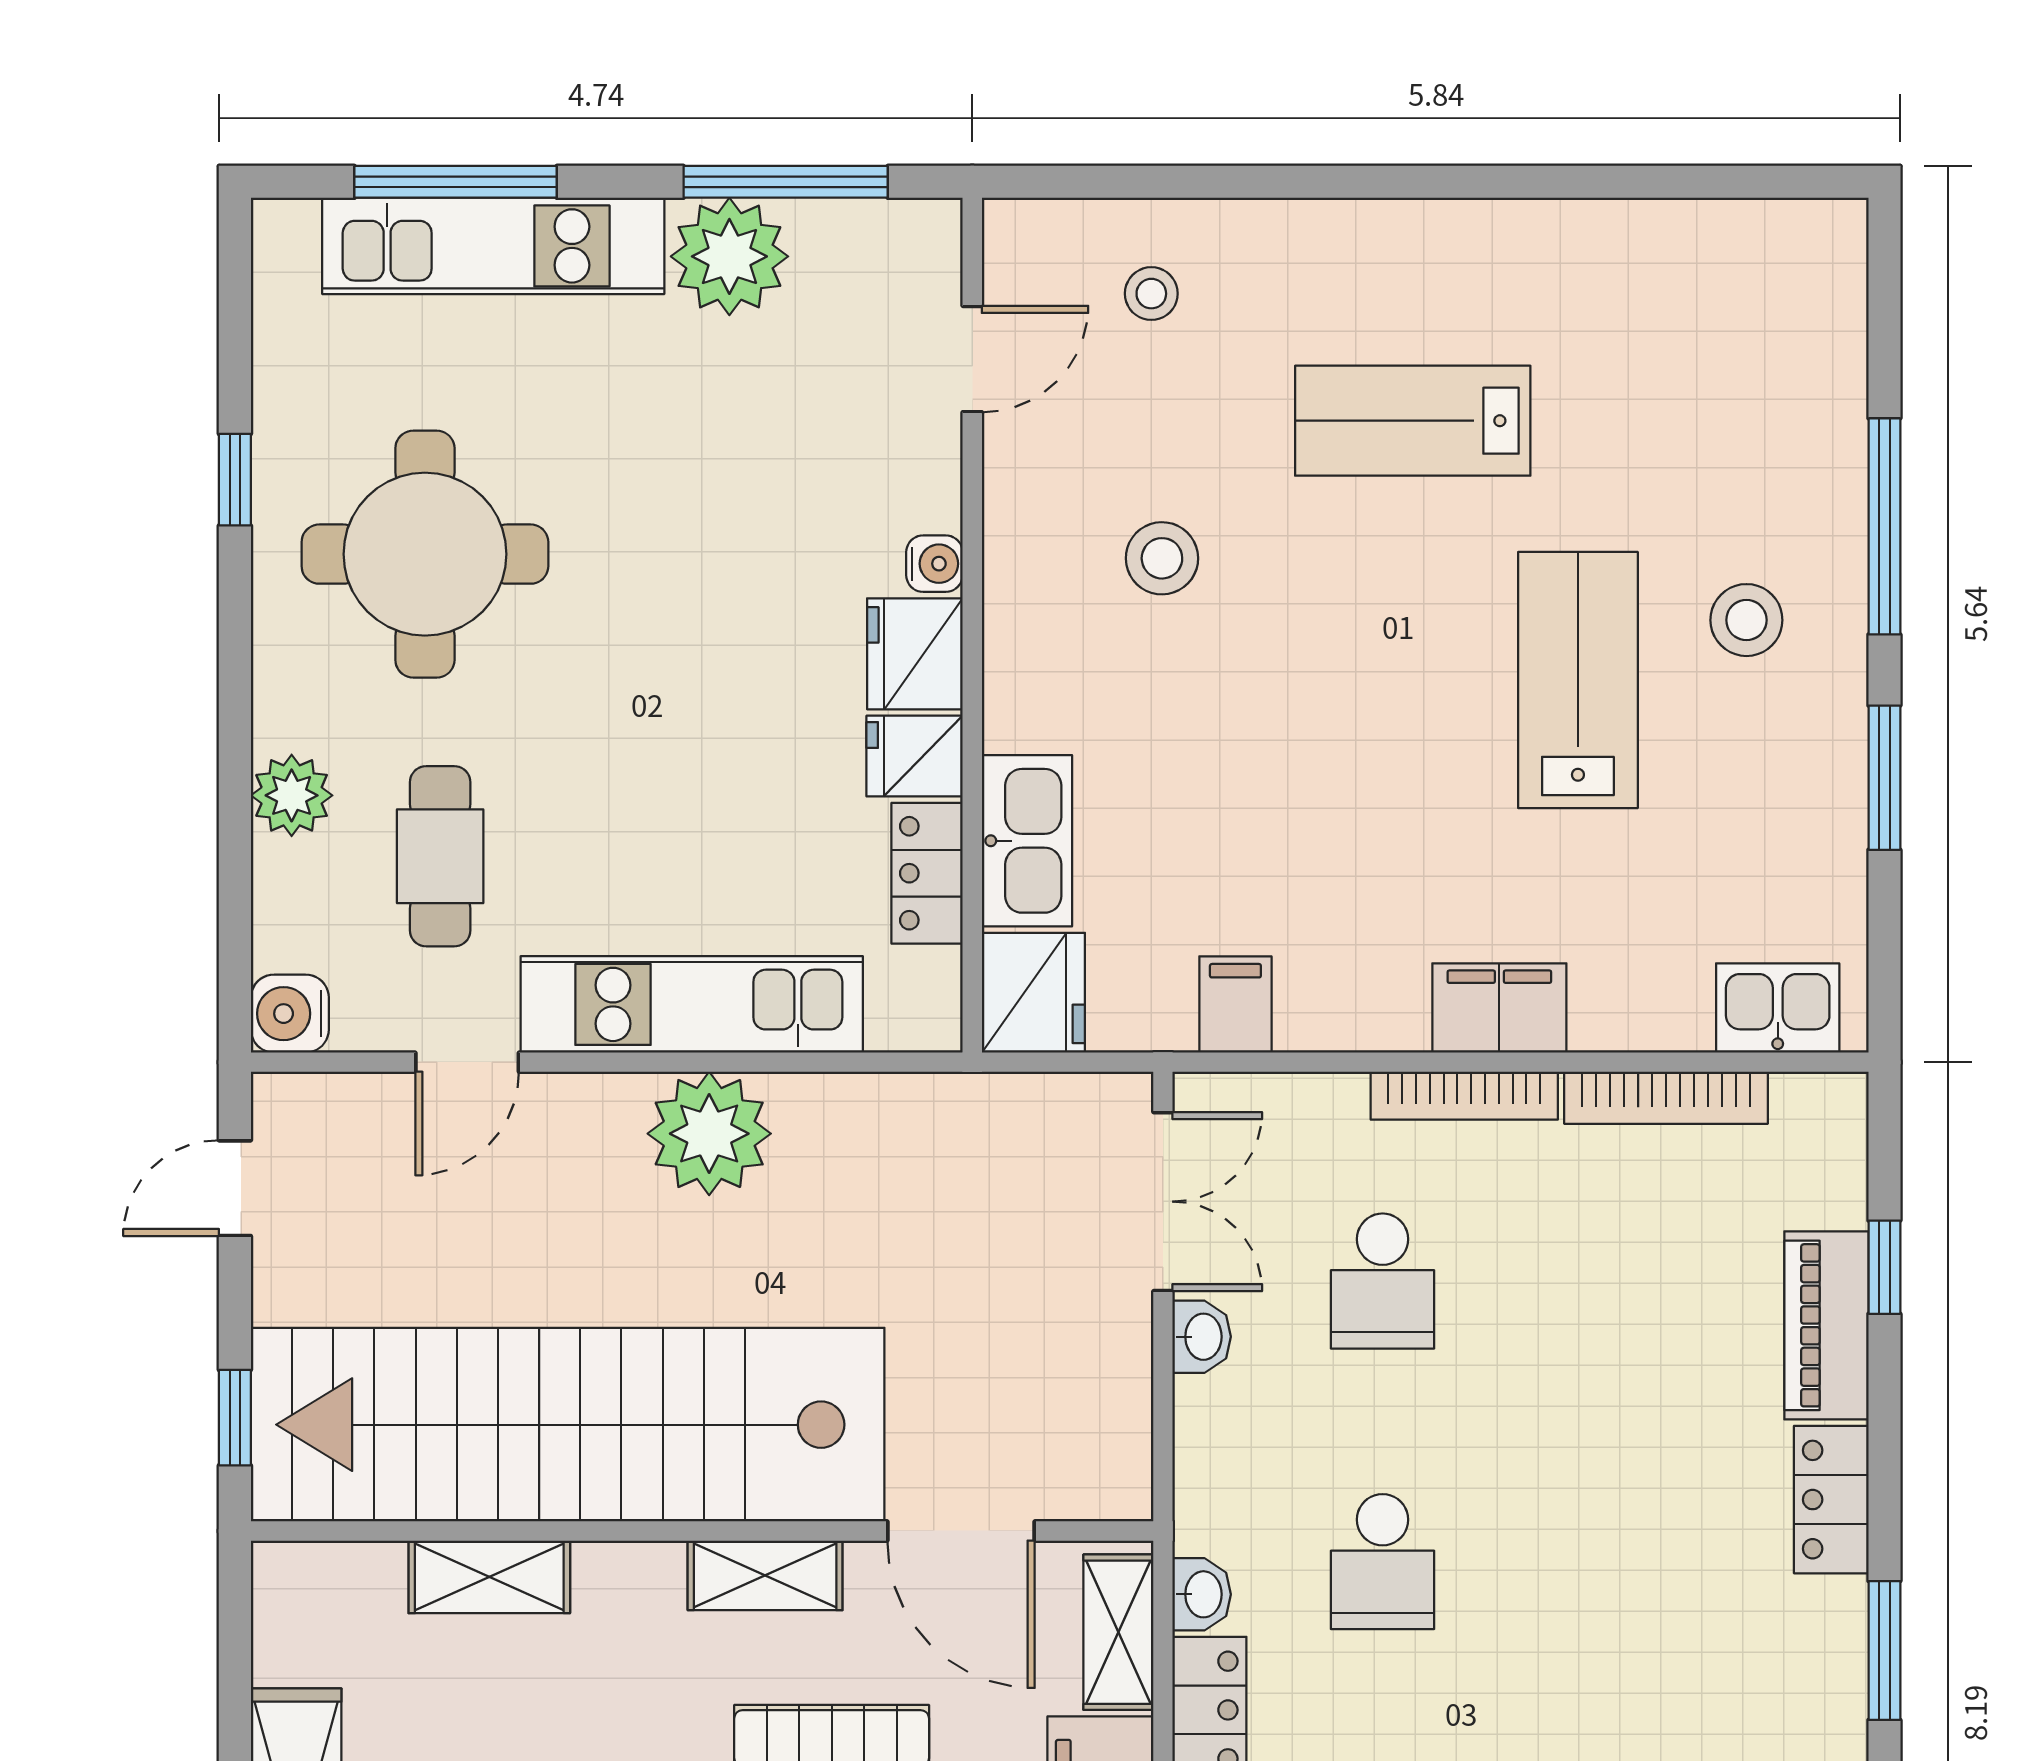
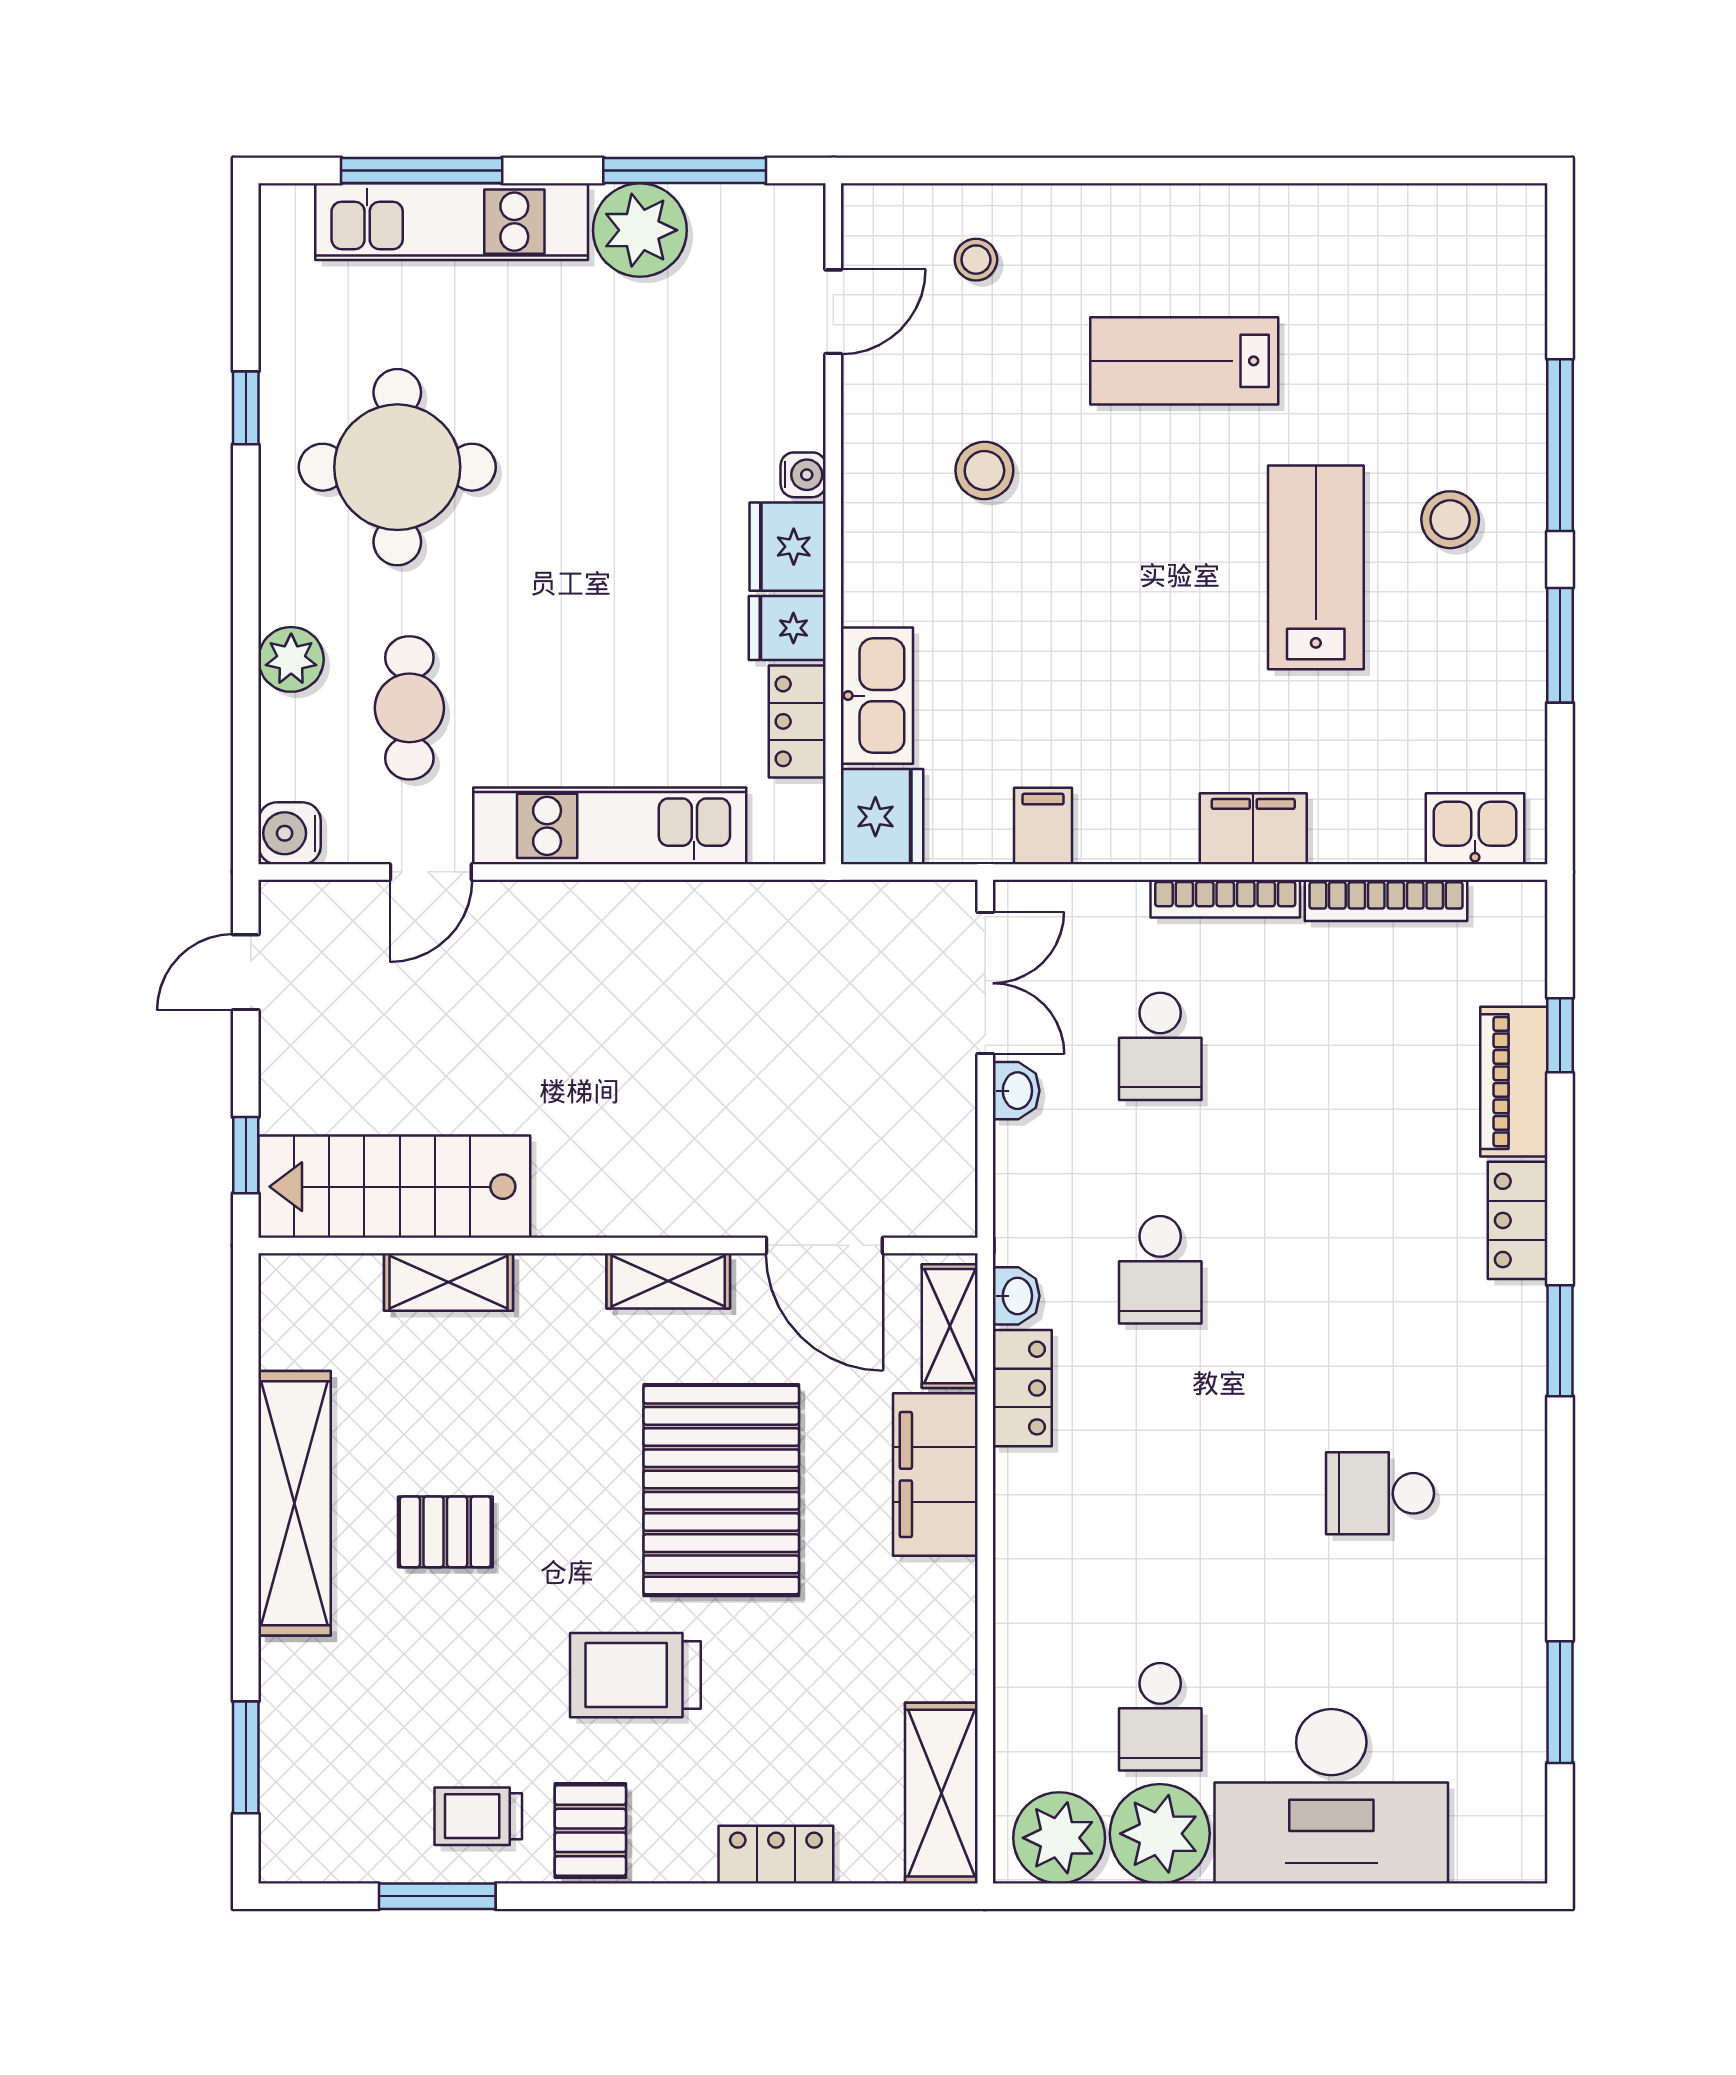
plant: (709, 1134) -> (624, 929), removed
stairs: (568, 1425) -> (394, 1187), width x0.54, depth x0.66

